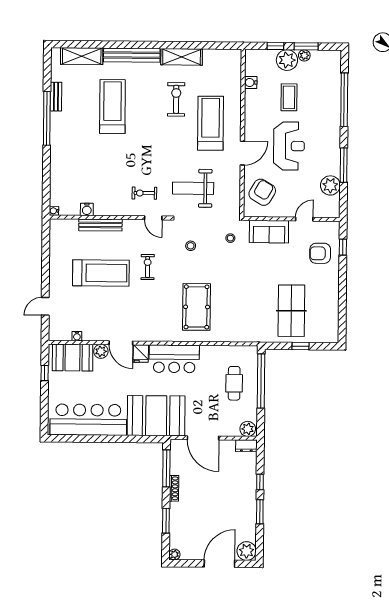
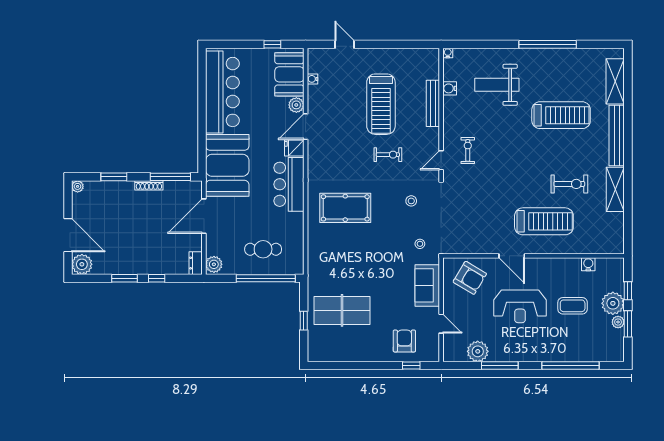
bench: (56, 97) -> (571, 54), removed
weight bench: (193, 188) -> (497, 85), moved, turned -90

